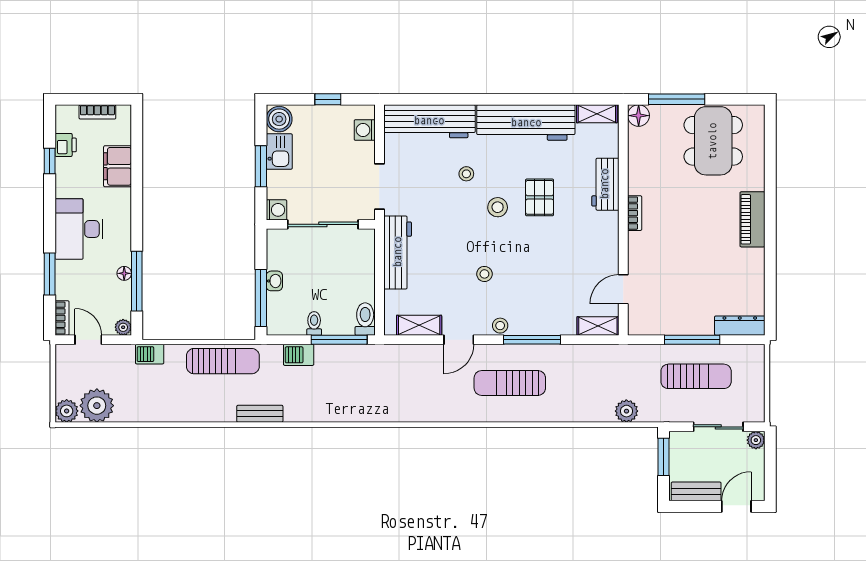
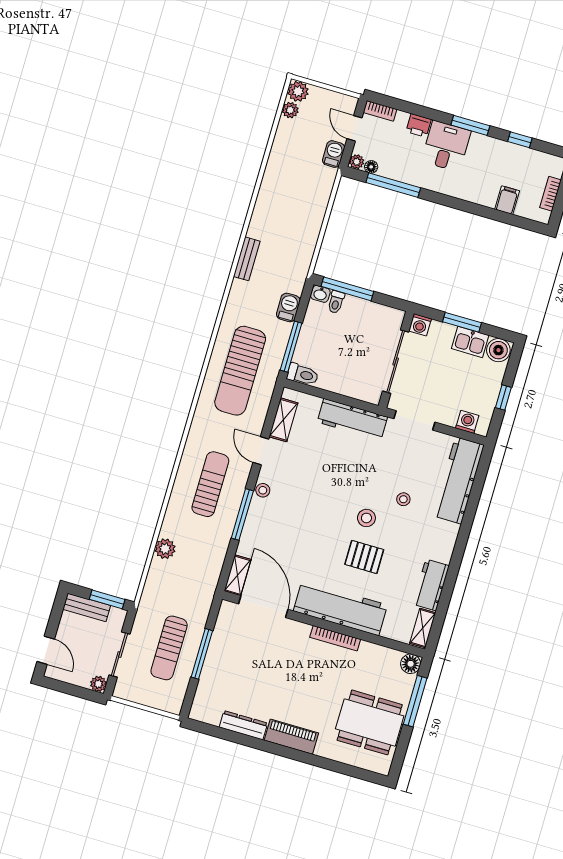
workbench: (526, 123) -> (431, 585), width x0.53, depth x0.76
printer: (66, 145) -> (419, 125), moved
filing cabinet: (118, 166) -> (507, 200), width x0.50
workbench: (605, 184) -> (340, 608), width x1.87, depth x1.32
bookcase: (635, 213) -> (335, 638), width x1.56
desk: (79, 229) -> (446, 146), width x0.73
floor lamp: (124, 273) -> (371, 167), moved
window: (50, 274) -> (470, 125), moved
stool: (484, 274) -> (312, 490), removed
washbasin: (274, 281) -> (320, 294), moved
door: (623, 289) -> (263, 607), width x1.87
toilet: (314, 323) -> (336, 302), moved, turned 90
dresser: (740, 326) -> (243, 725), moved, turned -90
door: (88, 340) -> (355, 128), swing flipped
barbecue: (150, 354) -> (334, 154), moved
sun lounger: (223, 361) -> (240, 371), moved, width x1.36, depth x1.34
plant: (97, 406) -> (290, 110), width x0.53, depth x0.53
plant: (626, 411) -> (165, 549), moved
bench: (696, 491) -> (87, 607), moved, turned 90

